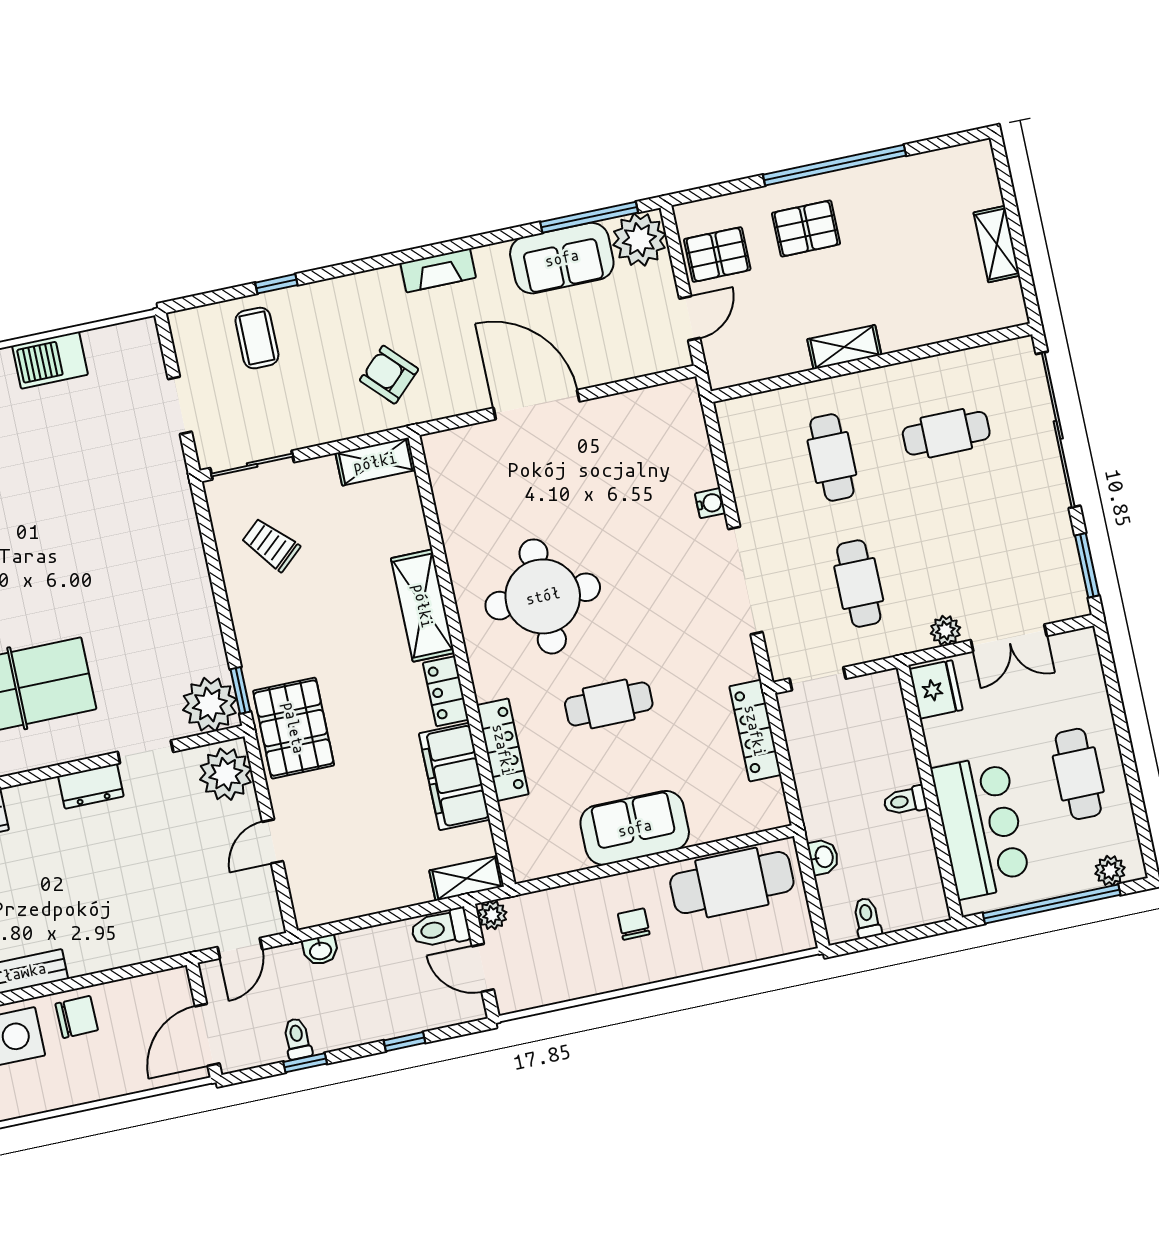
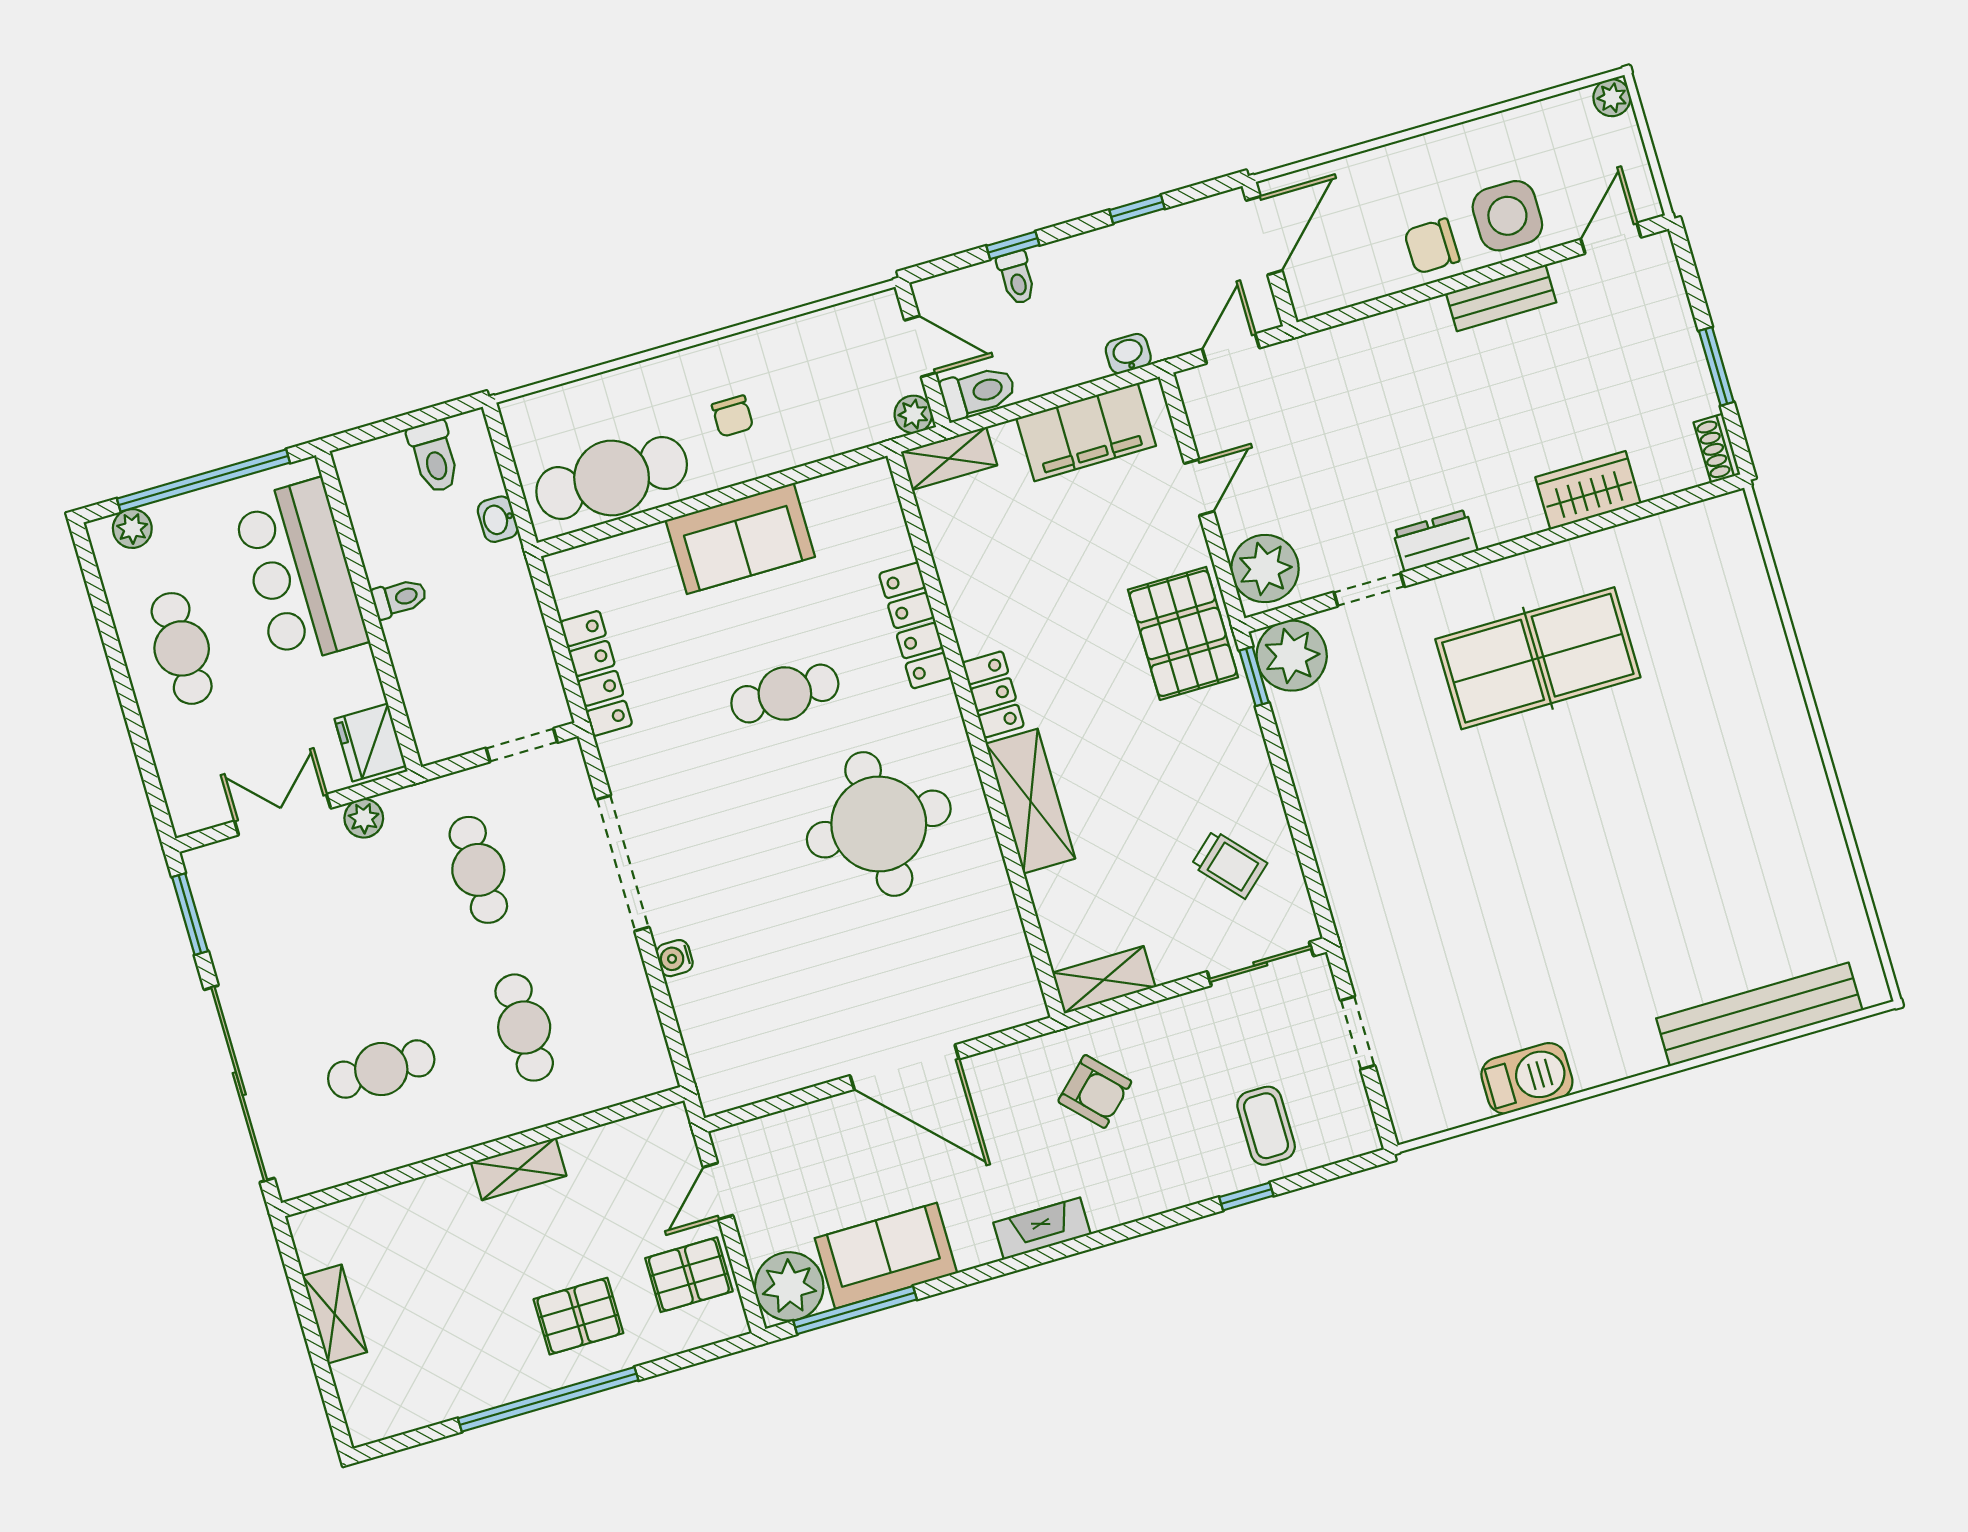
filing cabinet: (454, 777) -> (1086, 432), moved, turned 90
toilet: (867, 918) -> (434, 456), width x1.37, depth x1.39
toilet: (297, 1039) -> (1017, 278), moved

